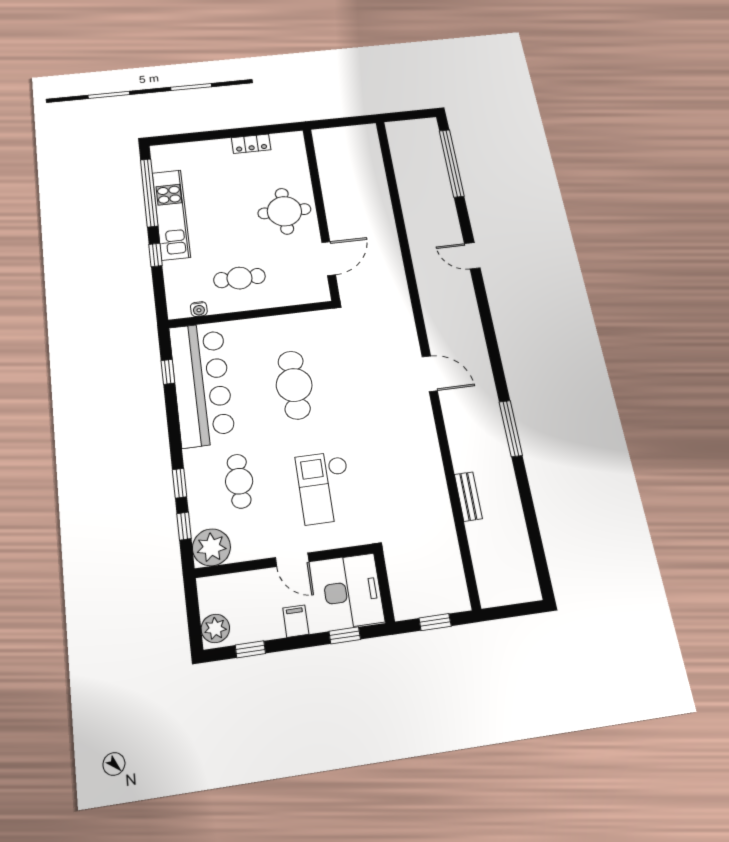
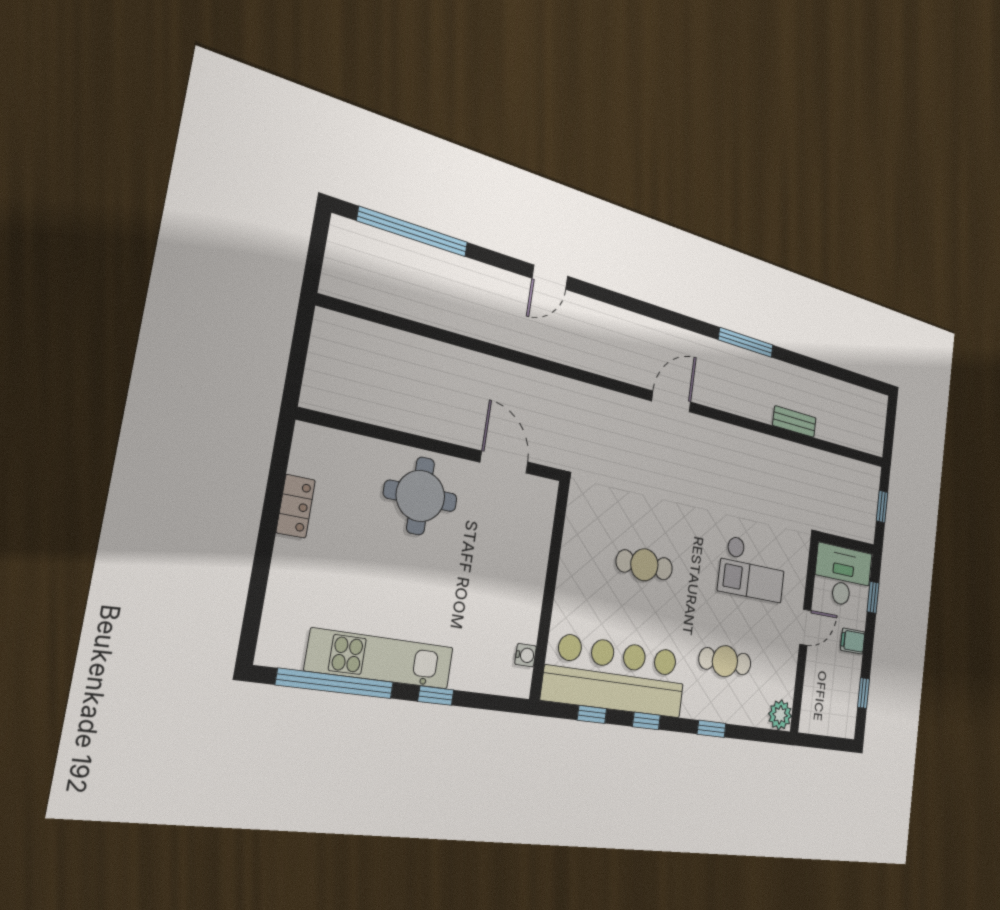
cafe table: (239, 278) -> (499, 589), removed
cafe table: (294, 385) -> (644, 565), width x0.73, depth x0.74
window: (184, 526) -> (646, 721), moved
plant: (211, 547) -> (780, 715), width x0.73, depth x0.73
plant: (215, 628) -> (841, 723), removed

